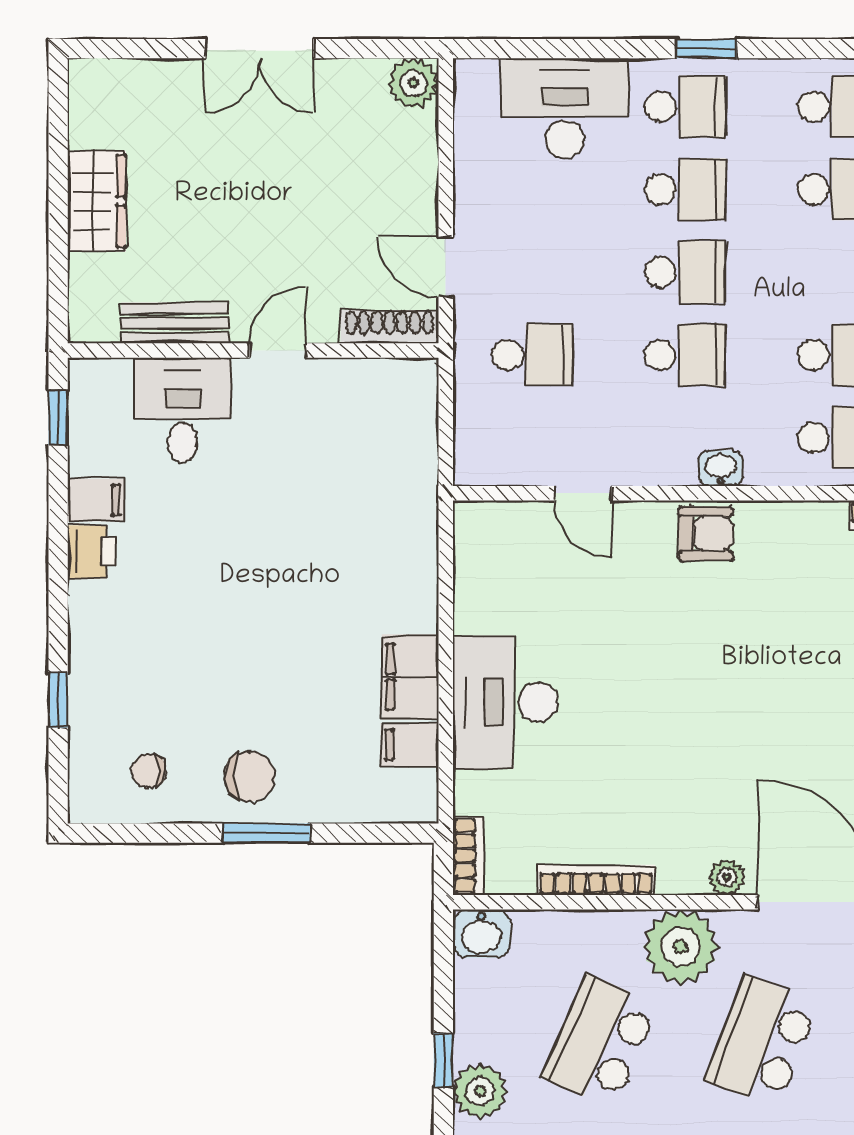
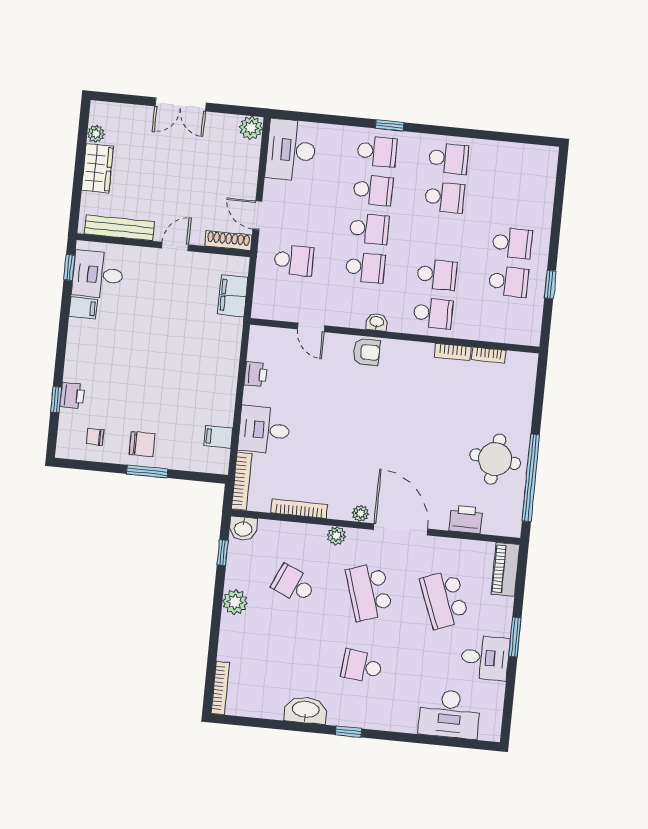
desk: (565, 108) -> (291, 150), moved, turned -90
plant: (86, 129) -> (96, 134), added
bench: (175, 323) -> (119, 228), width x1.36
desk: (182, 410) -> (98, 275), moved, turned -90
printer: (92, 552) -> (72, 396), moved
printer: (475, 604) -> (256, 374), added
filing cabinet: (410, 677) -> (233, 296), moved
desk: (505, 702) -> (264, 430), width x0.73
bookcase: (468, 856) -> (242, 481), width x1.56
plant: (681, 947) -> (336, 536), width x0.53, depth x0.53
school desk: (600, 1041) -> (294, 584), width x0.54
school desk: (762, 1041) -> (369, 592), turned -39
window: (443, 1060) -> (223, 553), moved

